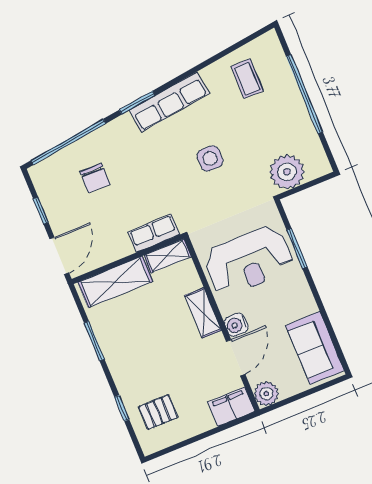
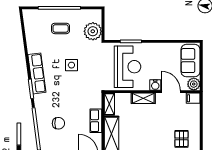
coffee table: (247, 79) -> (61, 28), moved
row of seats: (154, 233) -> (96, 121), moved
sofa: (315, 348) -> (191, 61), moved, turned 90
filing cabinet: (231, 407) -> (193, 98), width x0.50

